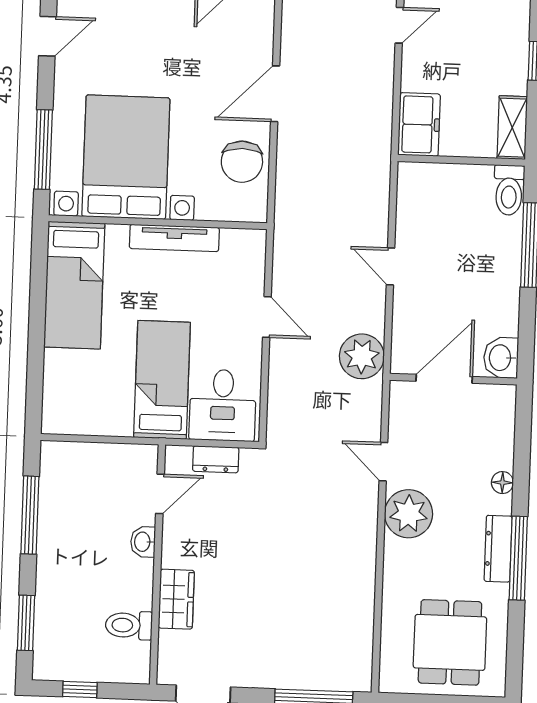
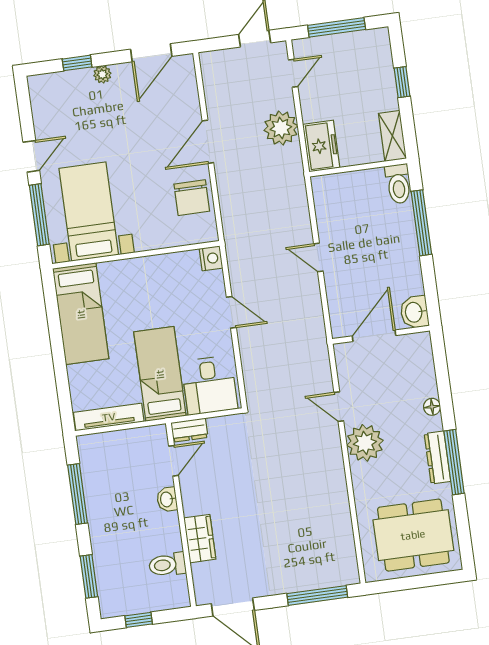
door: (47, 36) -> (31, 156), moved
bed with nightstands: (126, 157) -> (89, 212), width x0.73
tv unit: (174, 238) -> (109, 417), moved, turned 180
nightstand: (253, 243) -> (211, 258), added
plant: (362, 356) -> (281, 128), moved
dresser: (216, 459) -> (189, 430), moved
dining table: (450, 642) -> (413, 535), width x1.38

